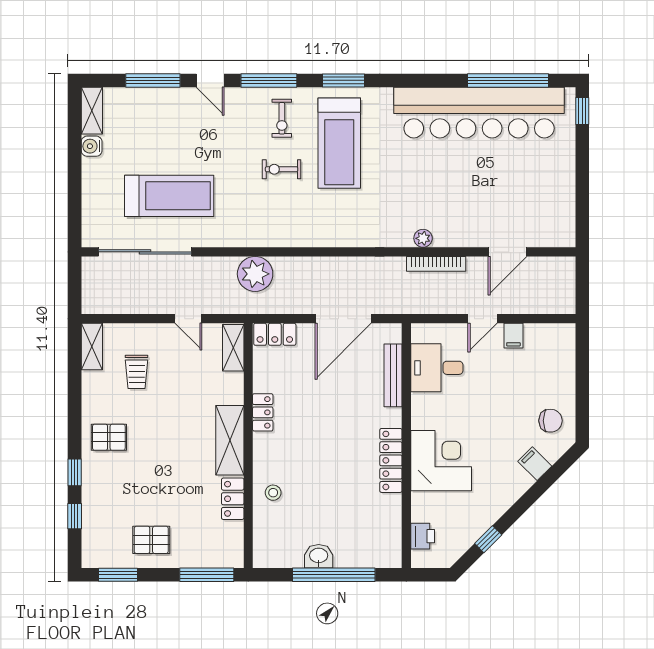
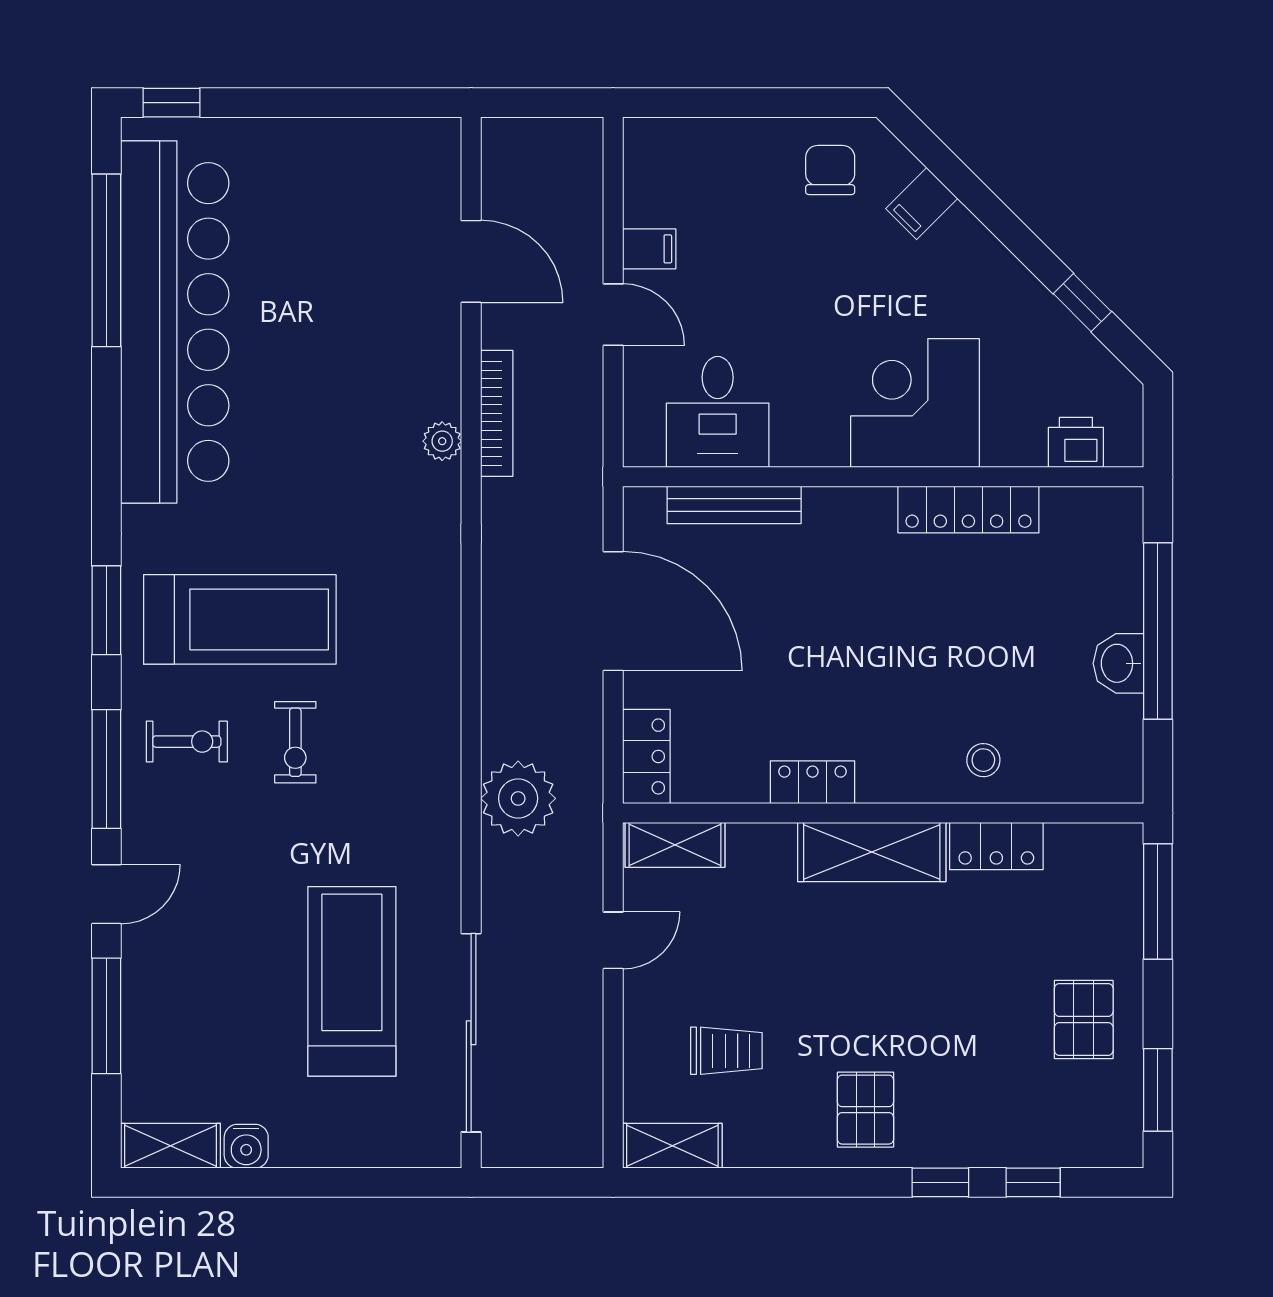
locker: (391, 460) -> (968, 510), moved

